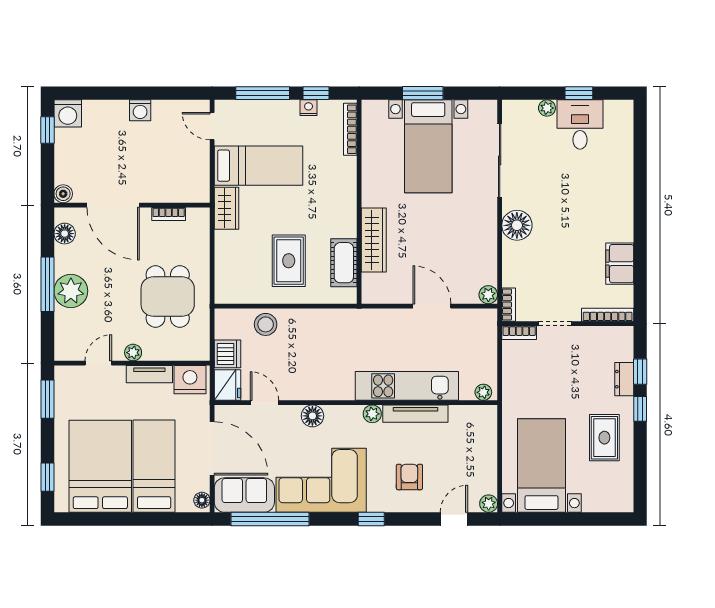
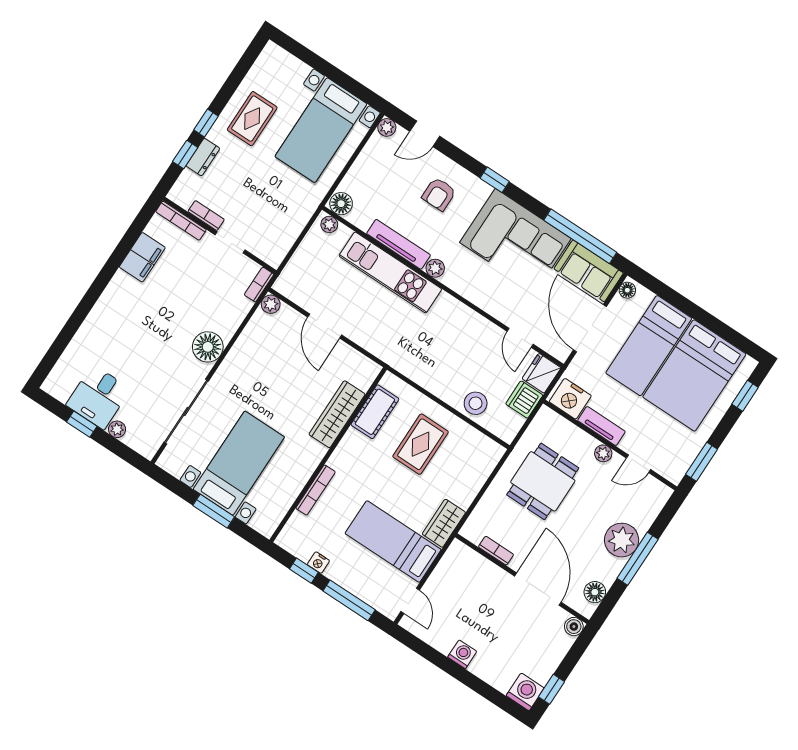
bookcase: (350, 129) -> (316, 490), moved
bookcase: (519, 333) -> (206, 216), moved
floor lamp: (312, 416) -> (341, 204), moved

